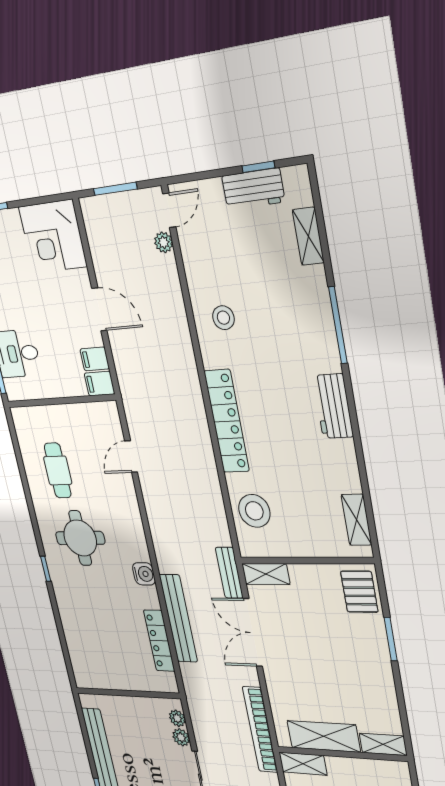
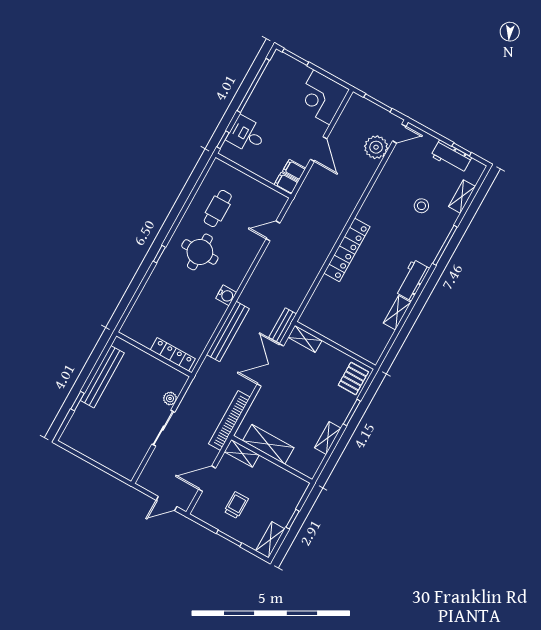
plant: (164, 242) -> (376, 147), width x1.87, depth x1.87
stool: (223, 318) -> (421, 206), moved
stool: (254, 511) -> (325, 303), removed
shelving: (356, 520) -> (397, 313), moved
locker: (159, 641) -> (173, 354), moved, turned 90
plant: (177, 718) -> (177, 386), removed
shelving: (383, 744) -> (328, 438), moved, turned 90

